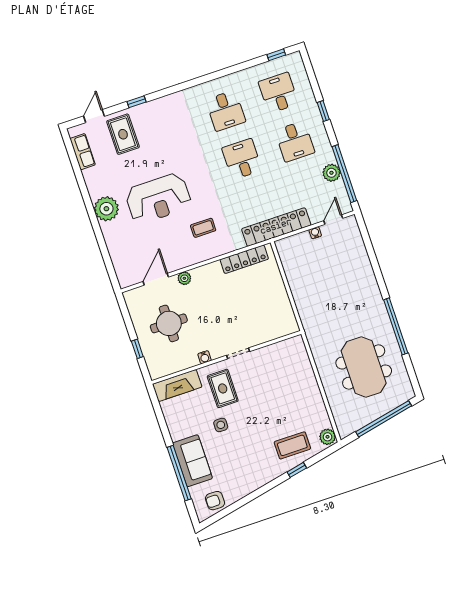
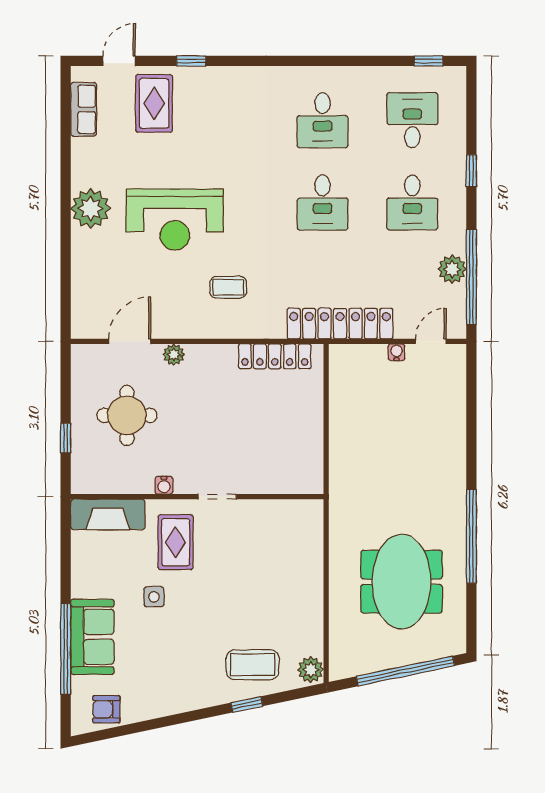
desk: (242, 159) -> (323, 202), turned 180

